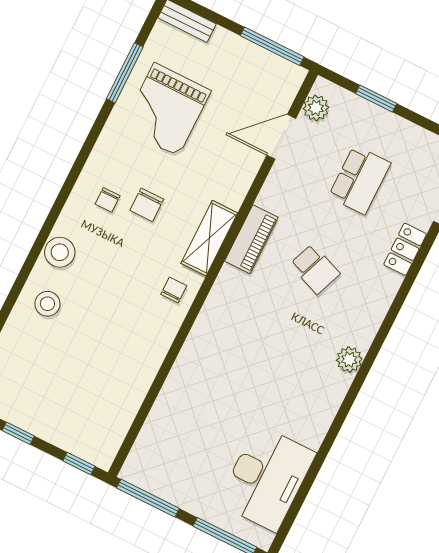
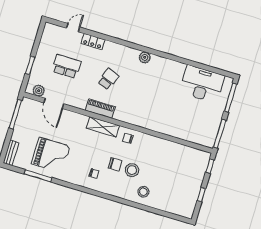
chair: (147, 205) -> (115, 164), moved
stool: (60, 252) -> (132, 170), moved

